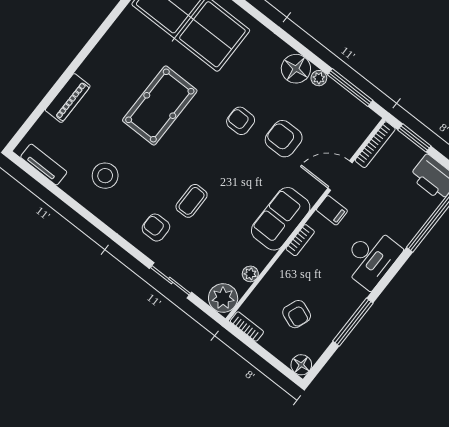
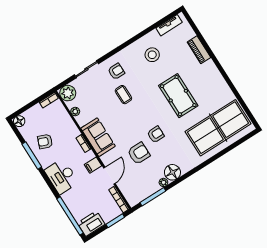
armchair: (297, 314) -> (45, 141), moved

